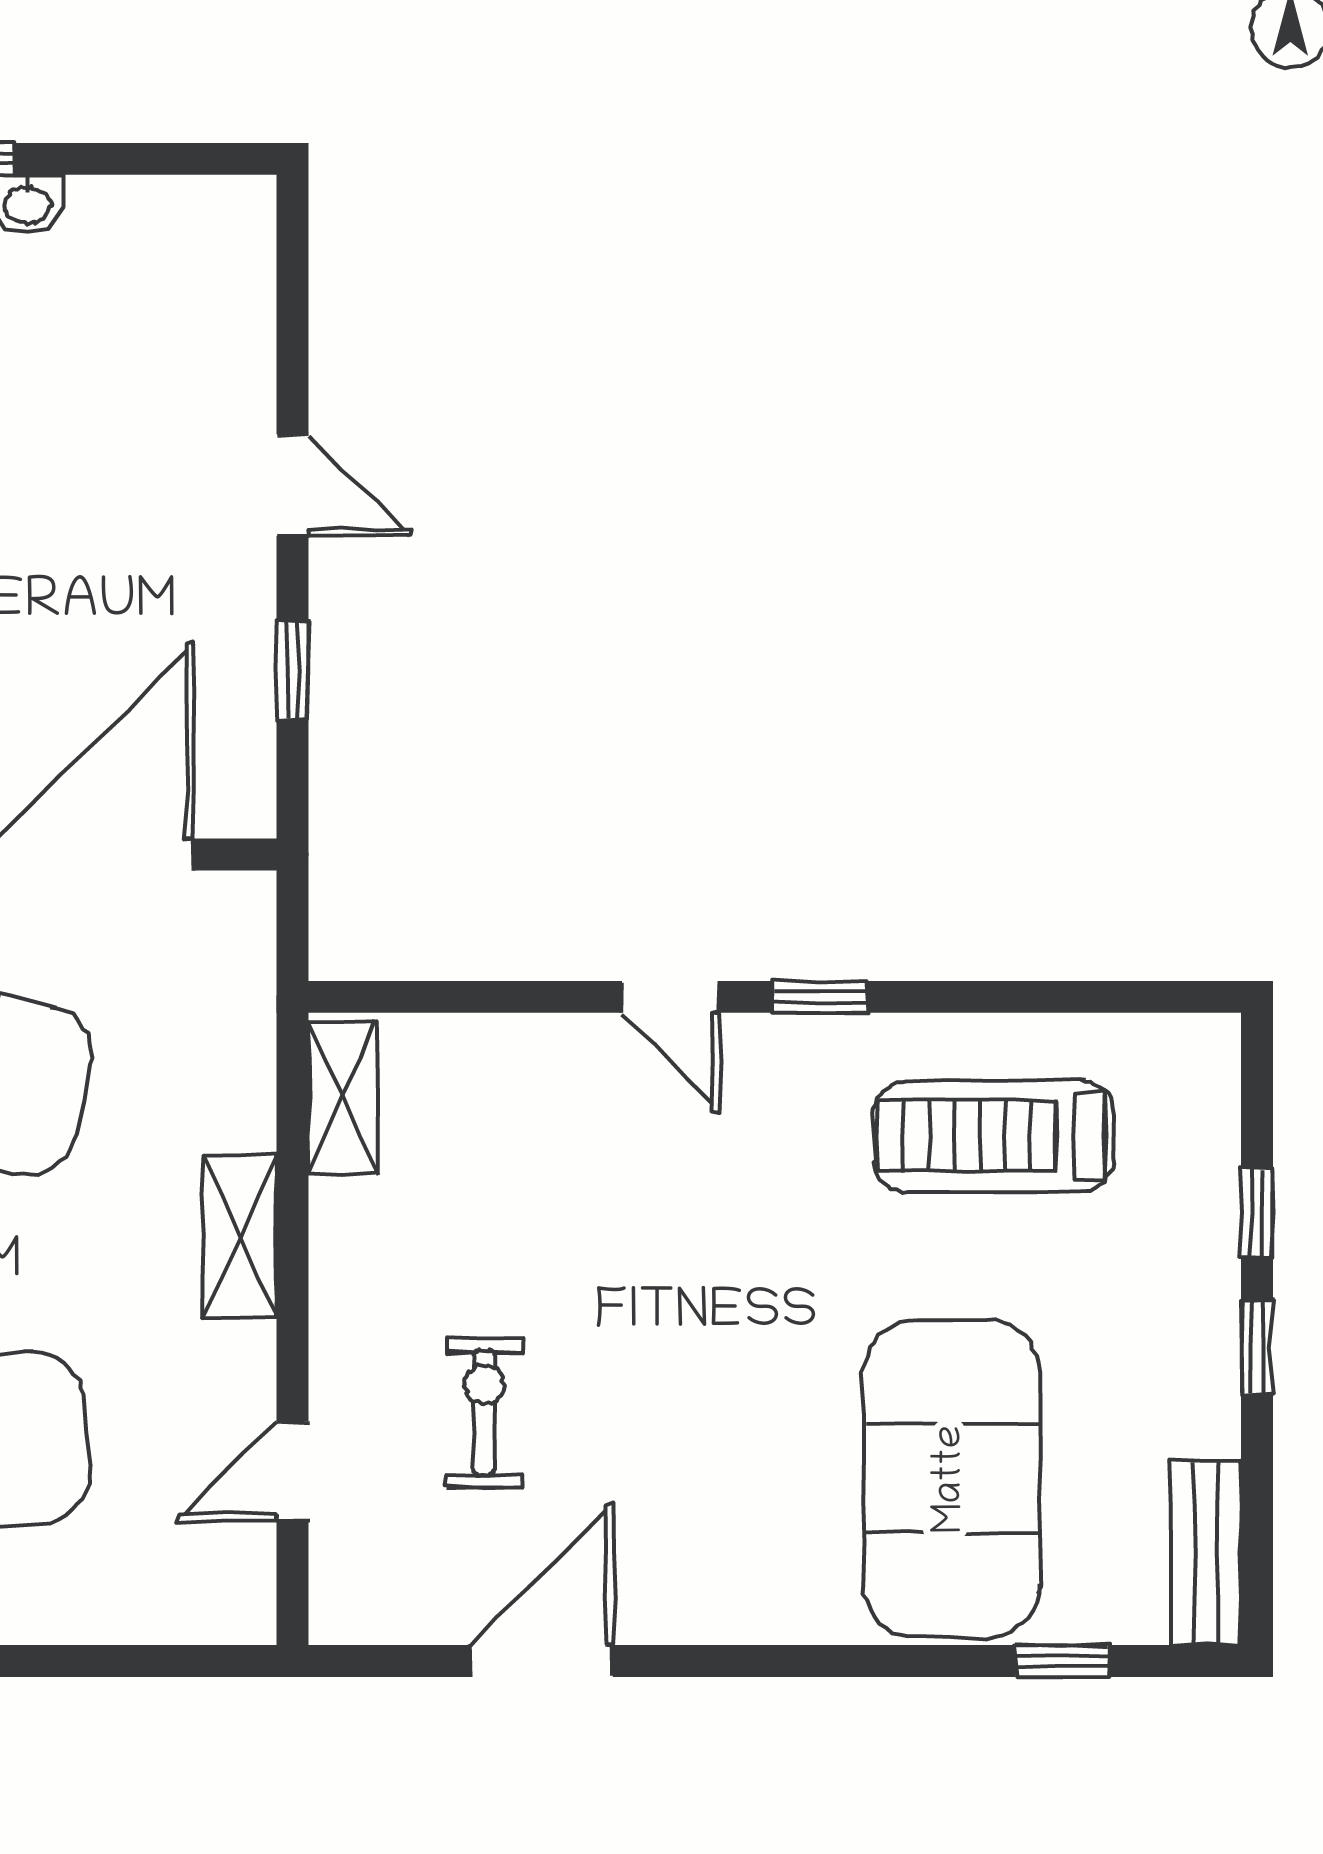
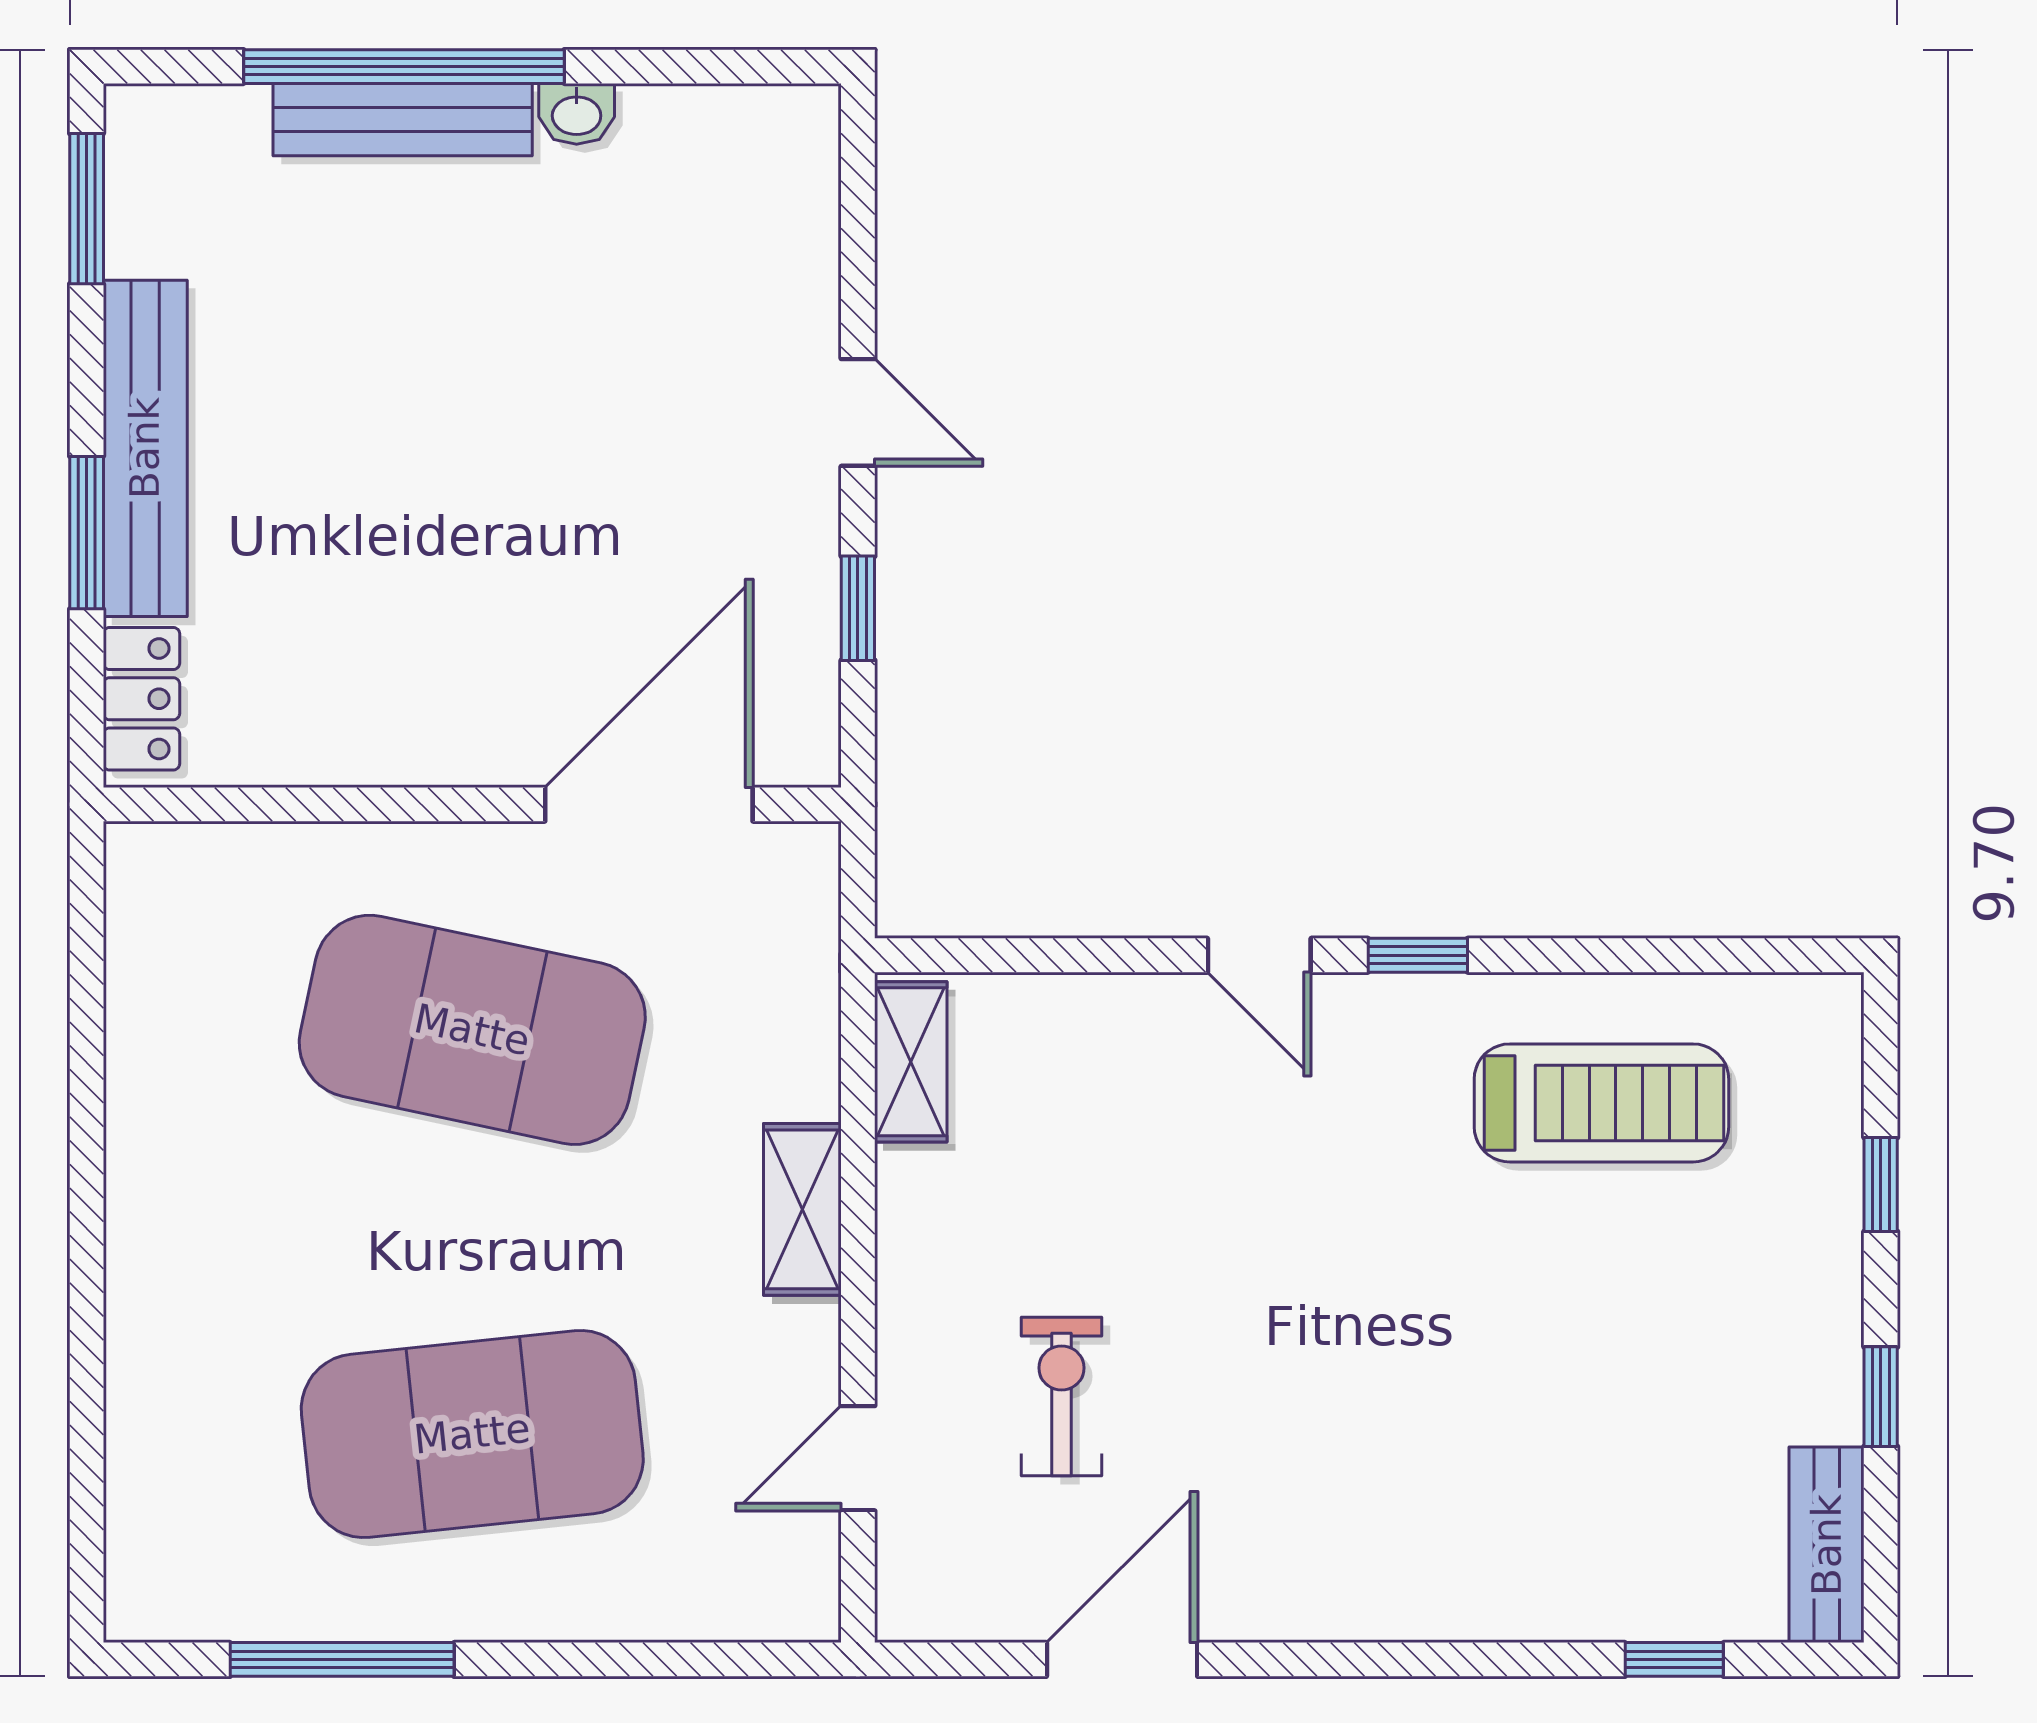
treadmill: (994, 1136) -> (1601, 1103), turned 180
window: (1257, 1347) -> (1881, 1397), moved
exercise mat: (952, 1479) -> (1557, 1466), removed

